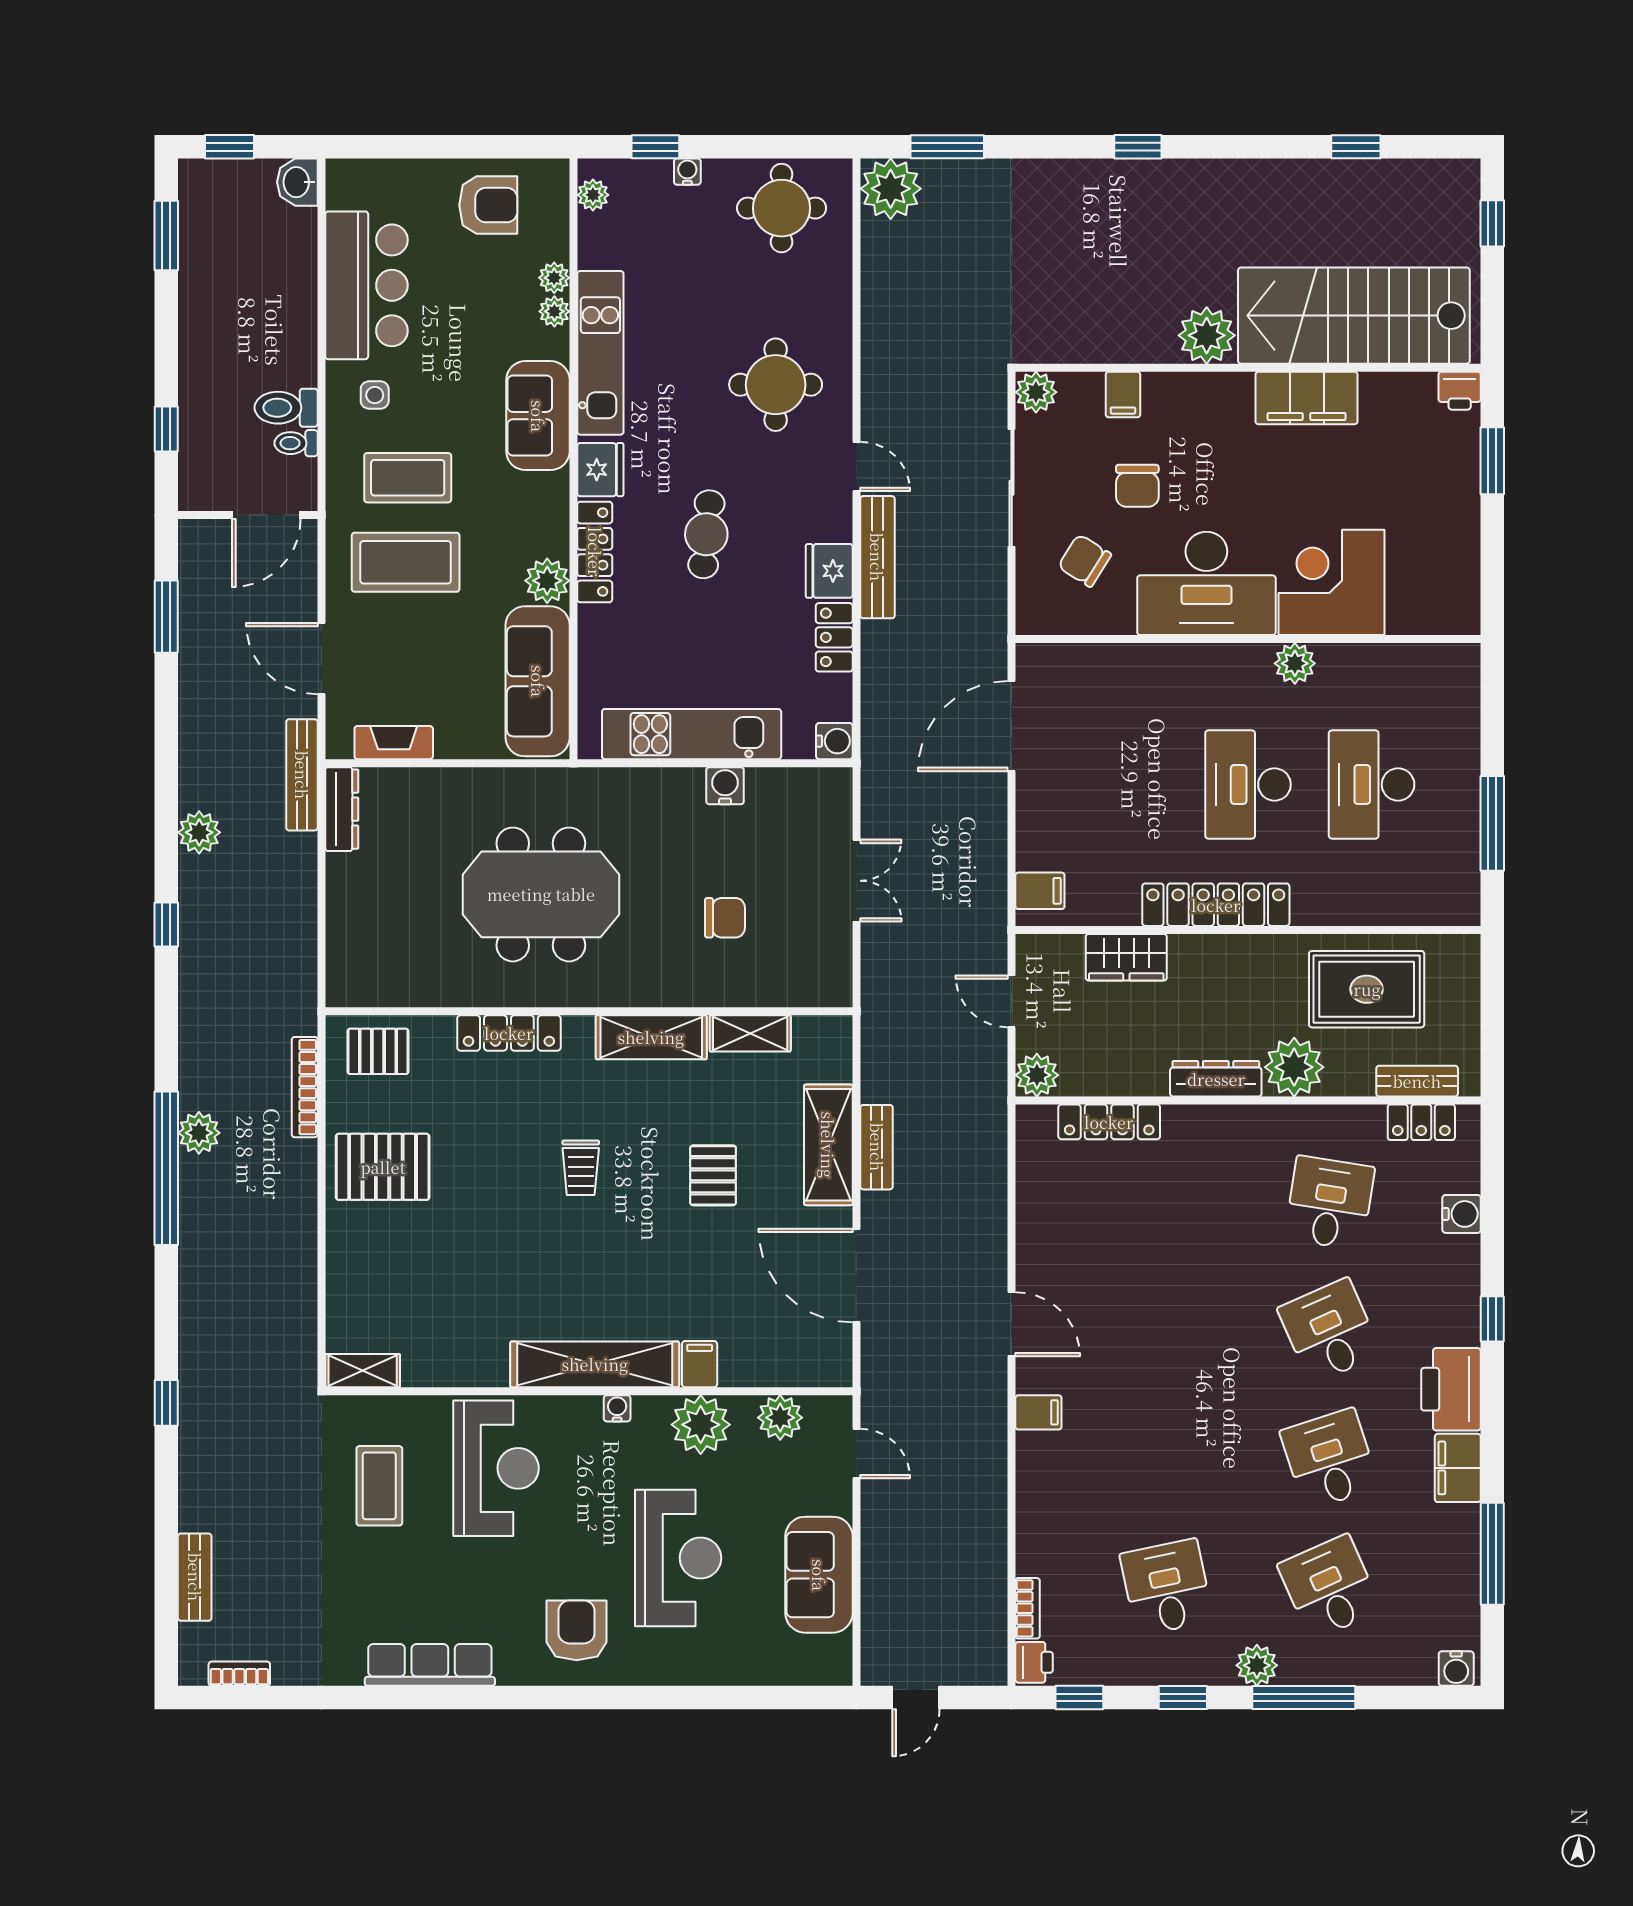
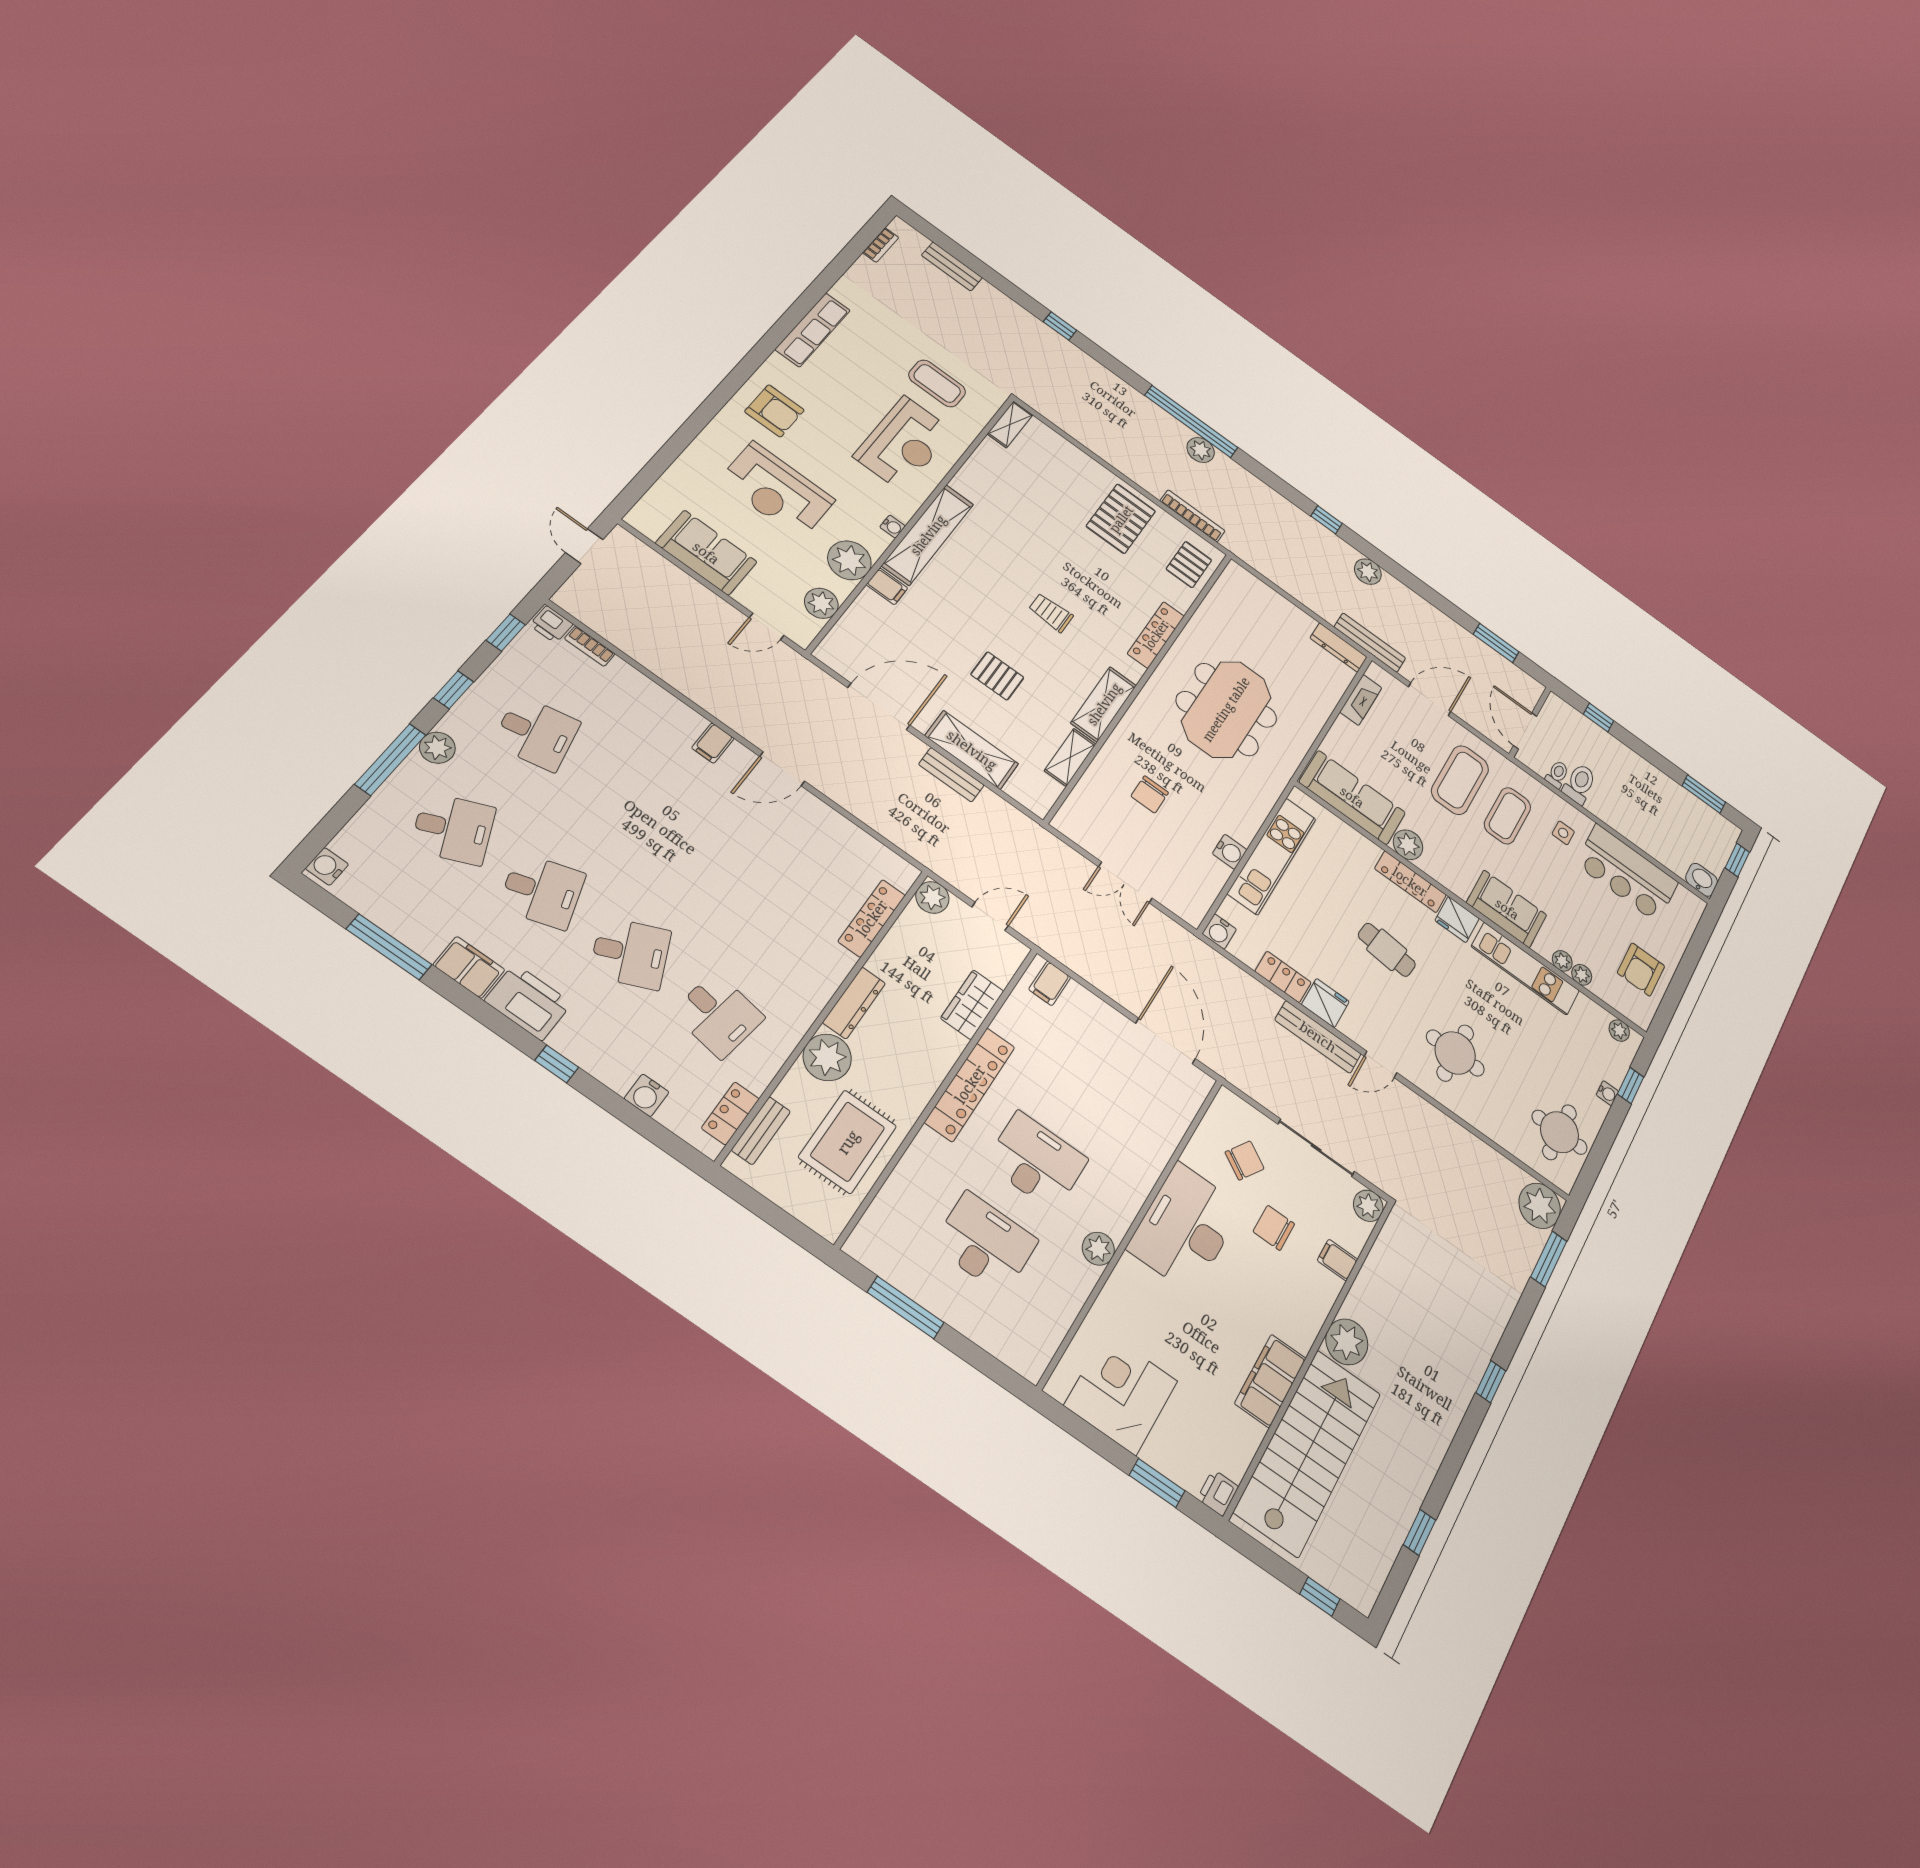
corner desk: (1332, 582) -> (1121, 1393), moved, turned -90
reception desk: (496, 1468) -> (904, 444), turned -90

